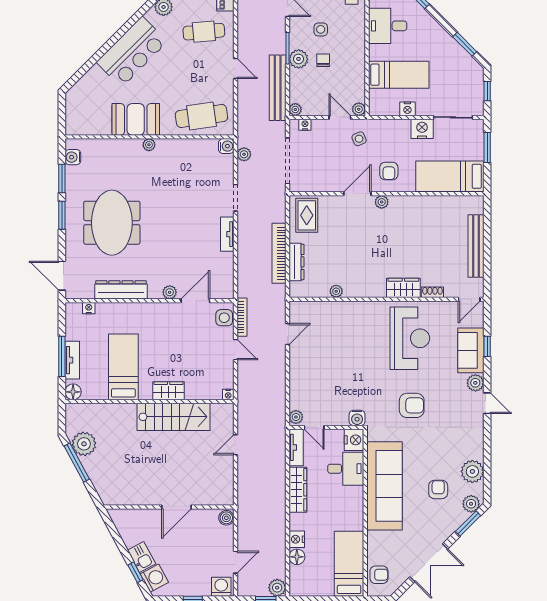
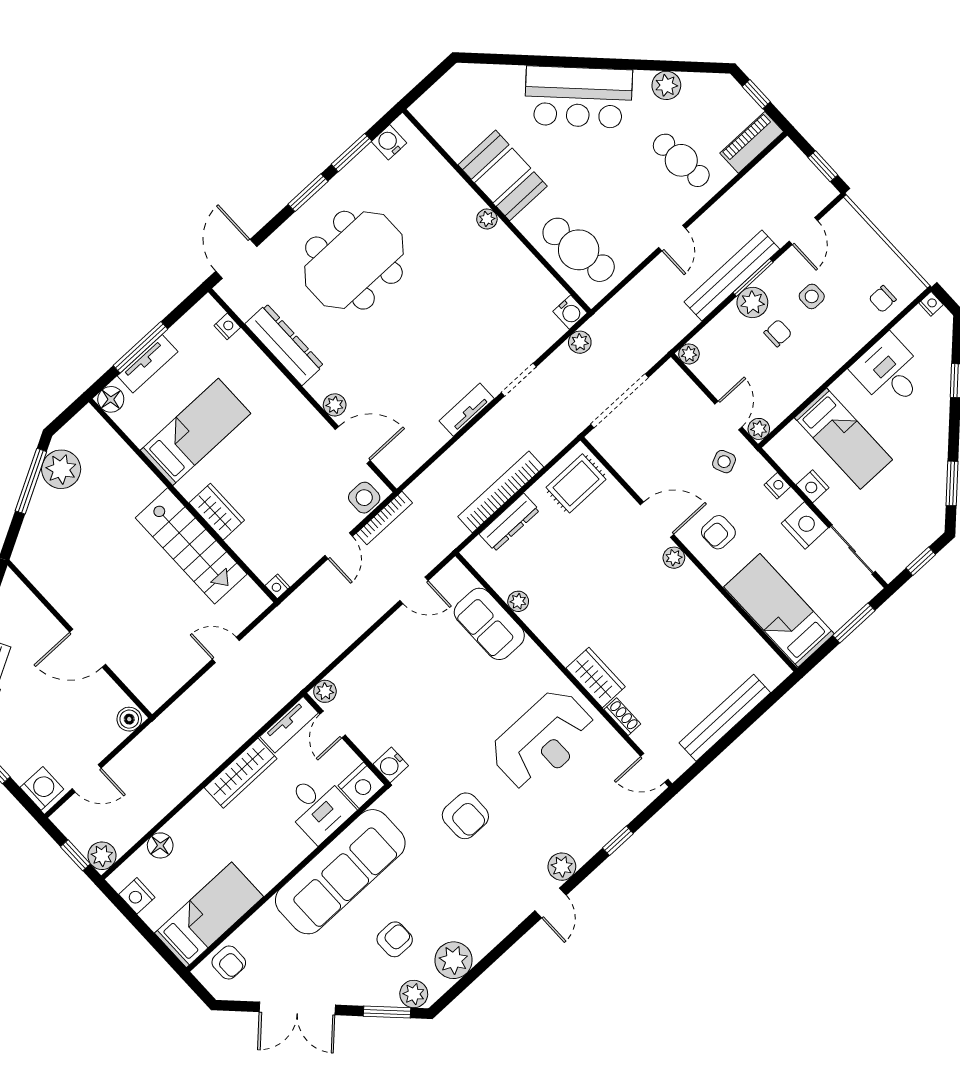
bench: (278, 88) -> (732, 276), moved
nightstand: (305, 125) -> (777, 486), moved
sofa: (471, 350) -> (489, 624), moved, turned -90
nightstand: (297, 539) -> (137, 896), moved, turned -90

